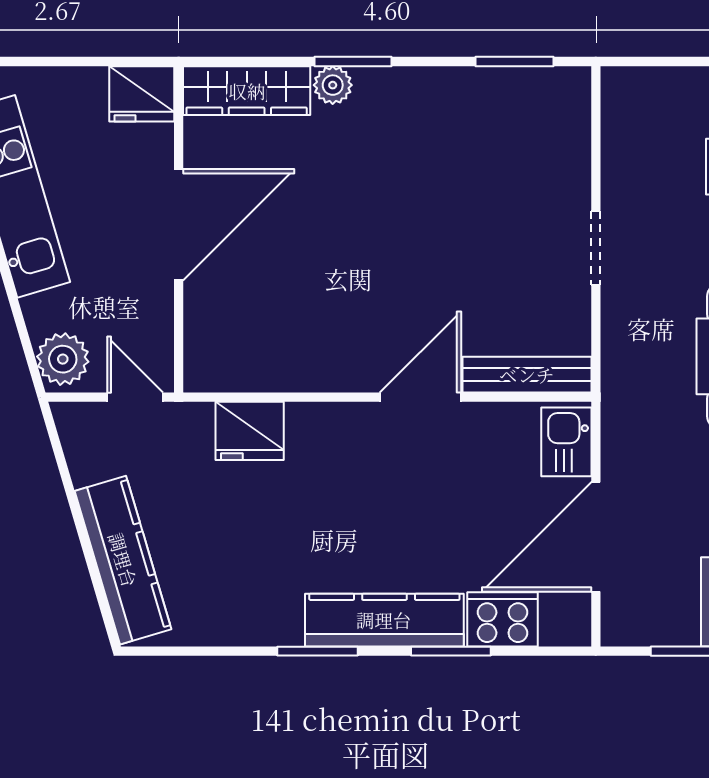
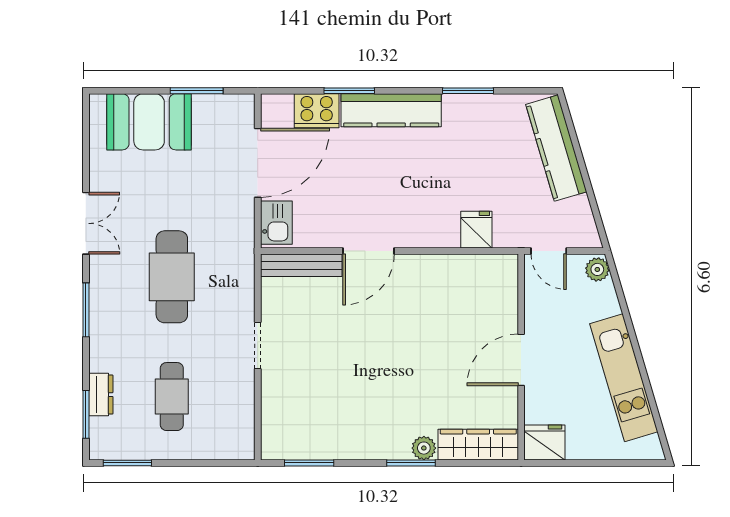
door: (179, 225) -> (521, 360), width x0.73
plant: (63, 359) -> (597, 269), width x0.73, depth x0.73
fridge: (250, 431) -> (476, 230), width x0.72
window: (318, 651) -> (468, 91), moved

